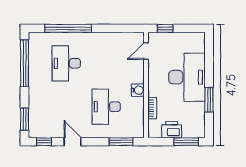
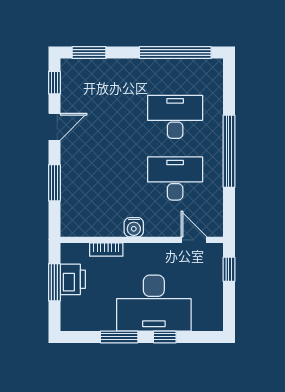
window: (68, 28) -> (229, 151), moved
window: (209, 70) -> (165, 337), added
desk: (106, 107) -> (175, 178), moved
window: (121, 142) -> (54, 183), moved
window: (186, 142) -> (54, 282), moved

